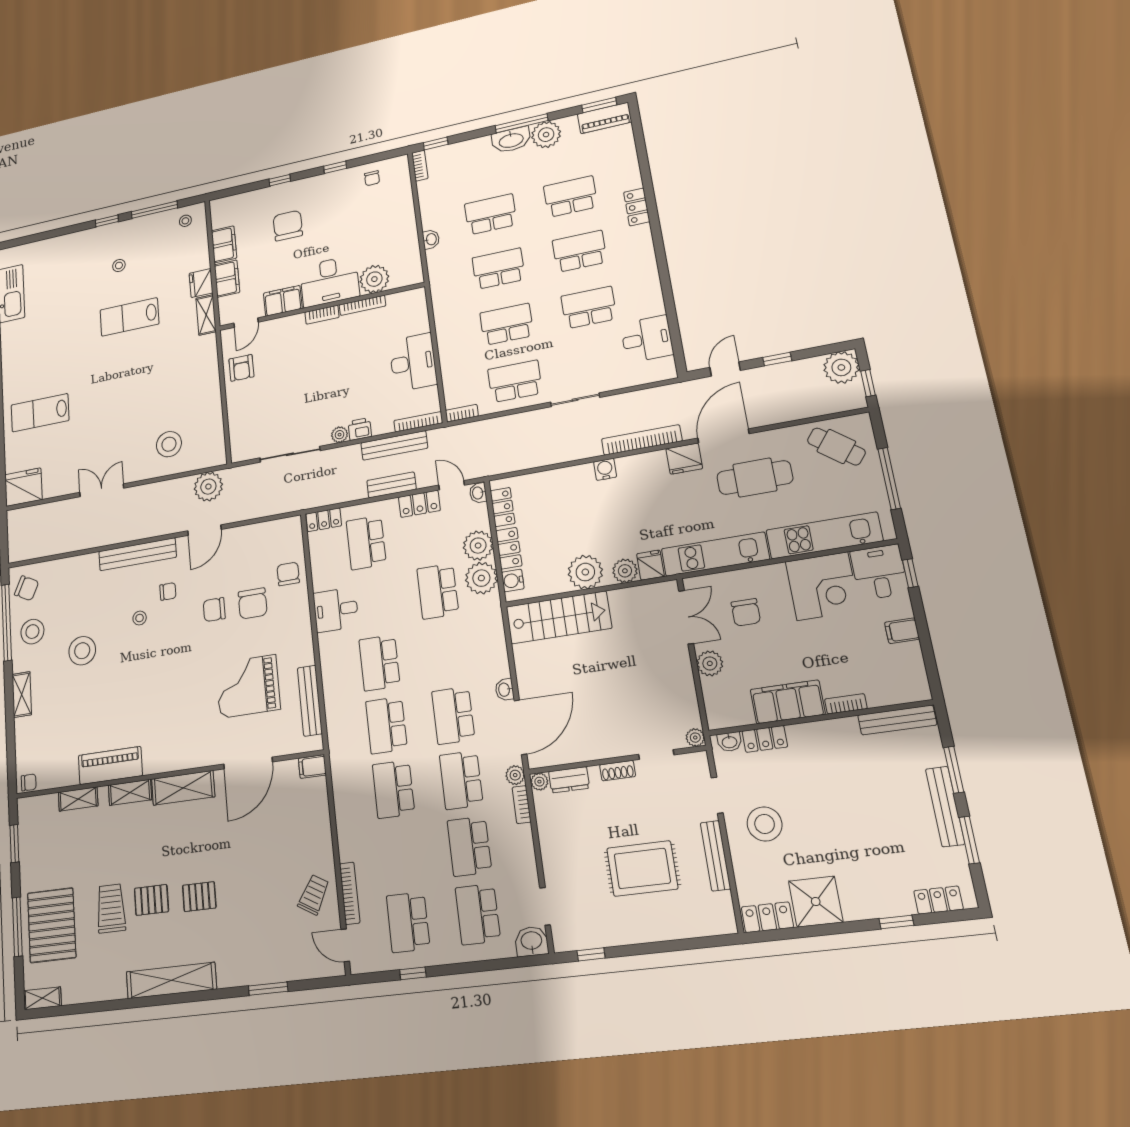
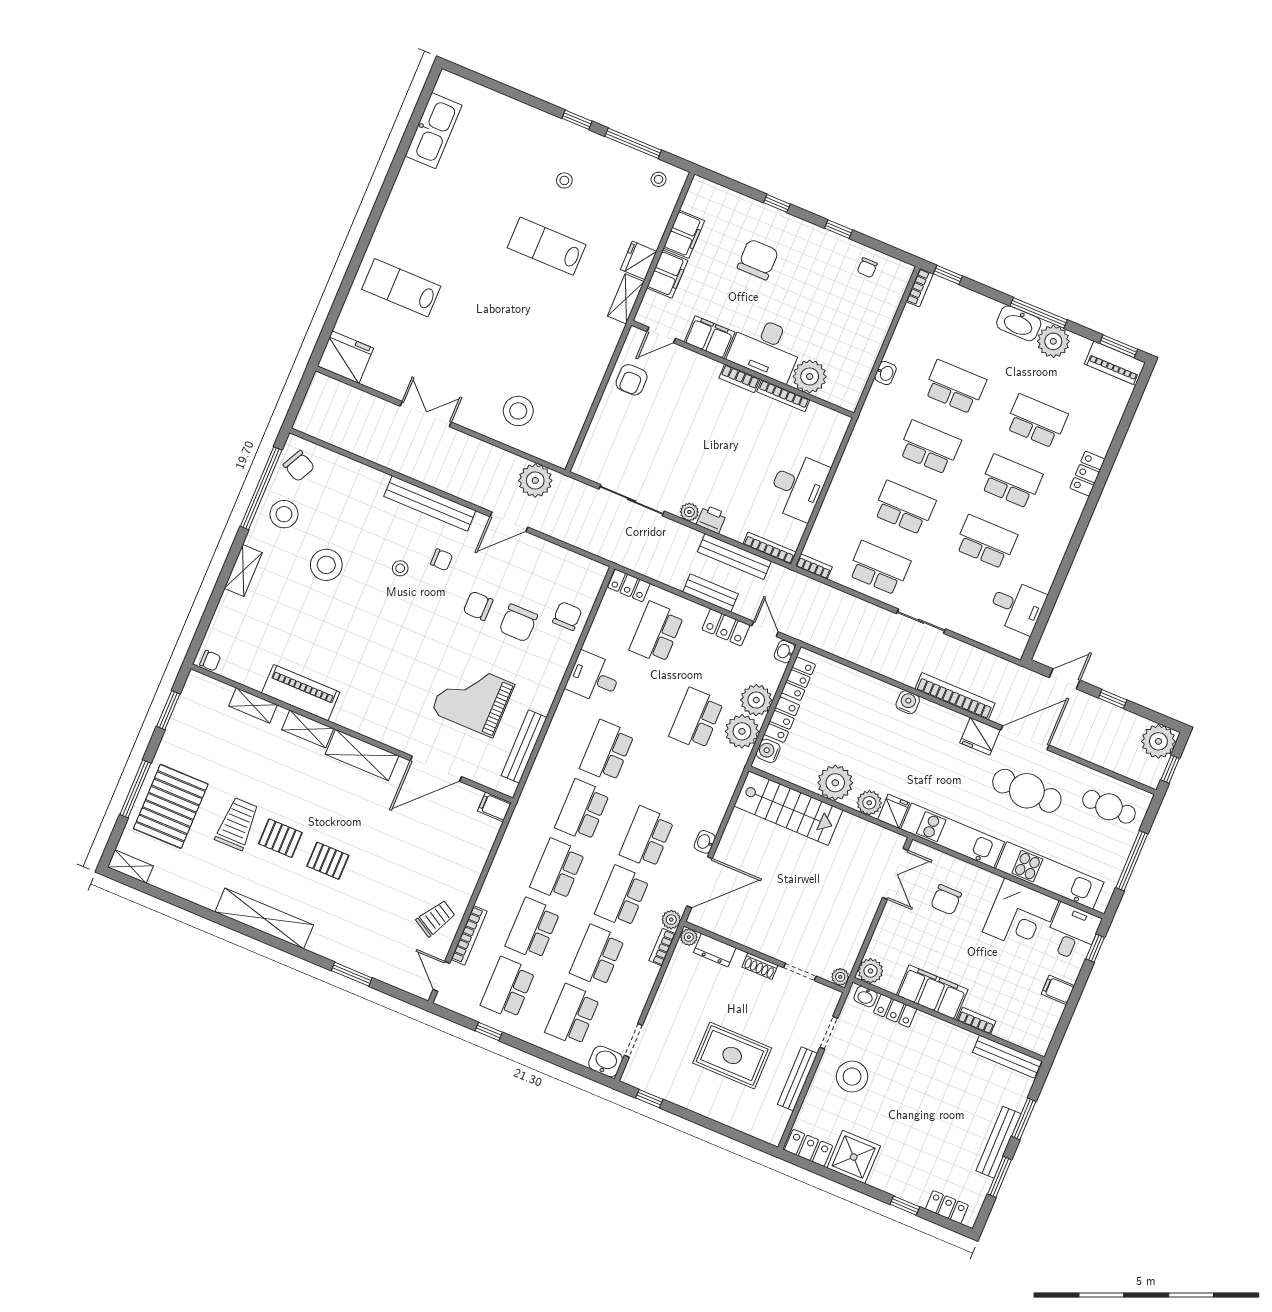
cafe table: (836, 446) -> (1109, 807), turned -38
plant: (710, 663) -> (871, 971), moved
school desk: (401, 855) -> (533, 929), added

